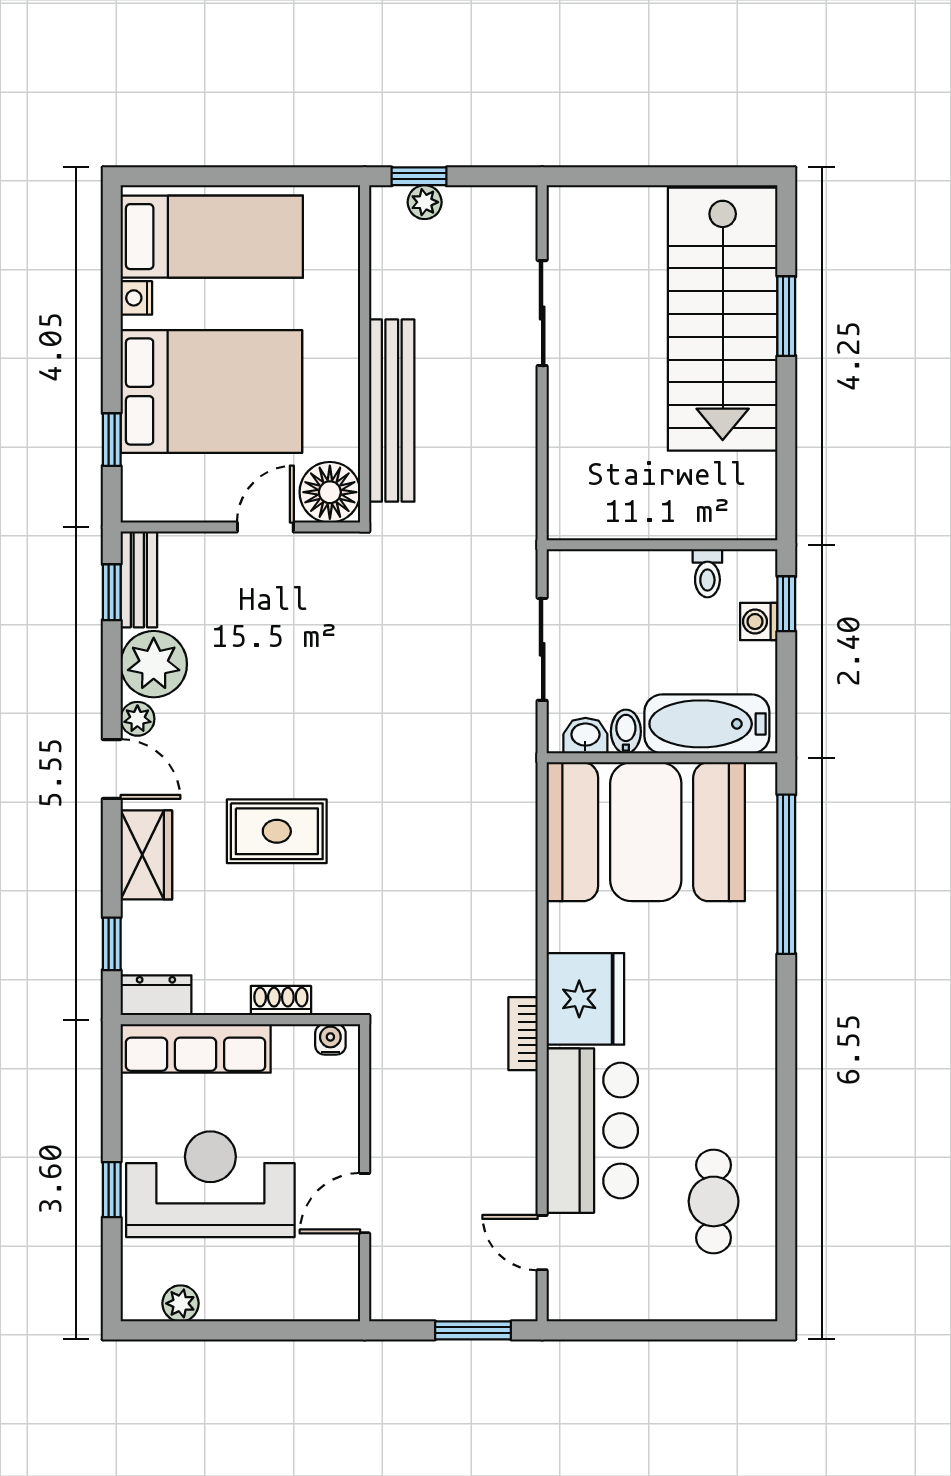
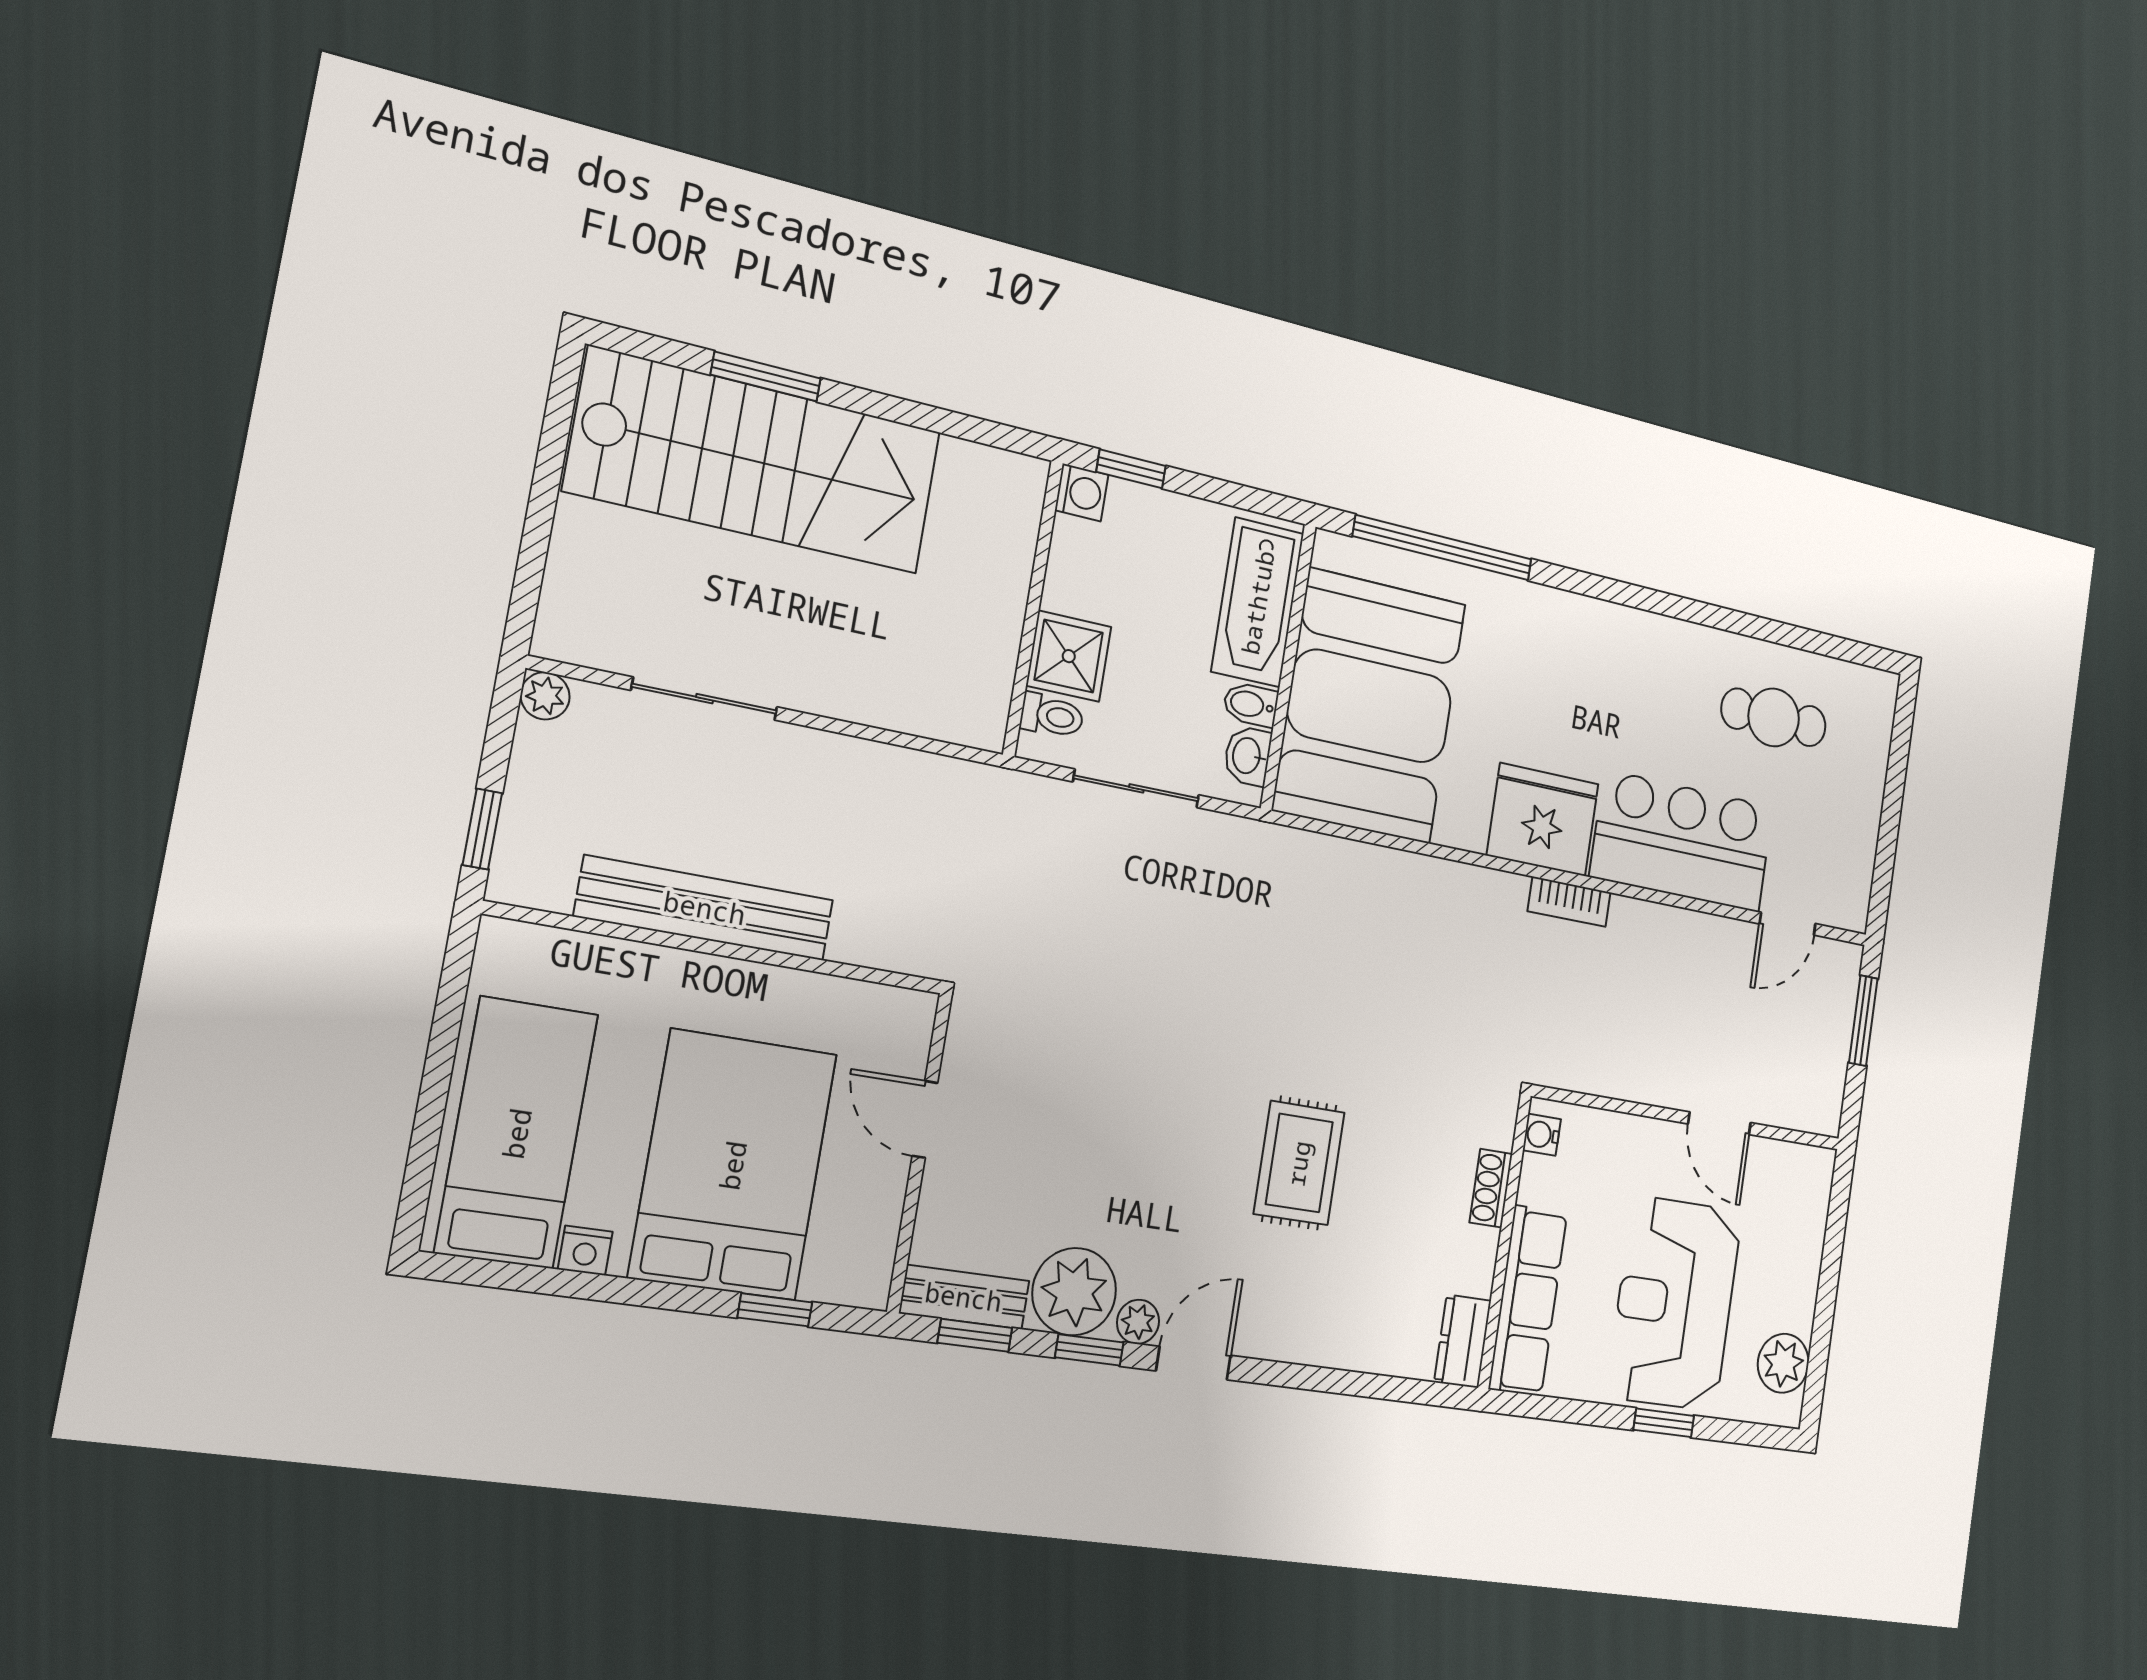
plant: (425, 202) -> (545, 696), moved
bench: (392, 411) -> (705, 908), moved
floor lamp: (330, 492) -> (894, 1027), removed
toilet: (707, 573) -> (1052, 716), moved
shower: (632, 579) -> (1069, 656), added
washing machine: (759, 622) -> (1082, 492), moved, turned -90
wardrobe: (146, 855) -> (1302, 1332), removed
window: (112, 944) -> (1089, 1350), moved
plant: (181, 1303) -> (1783, 1363), width x1.38, depth x1.38

